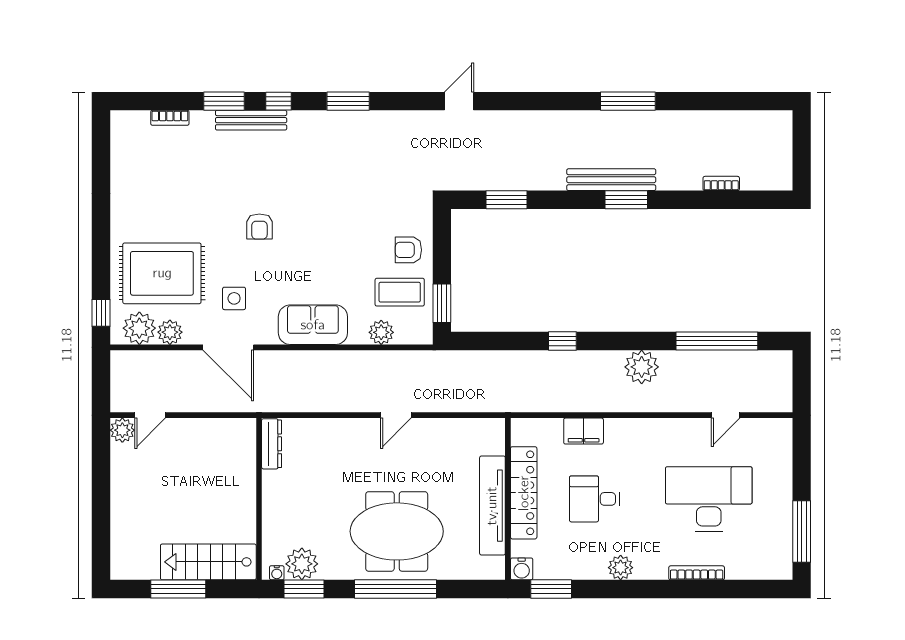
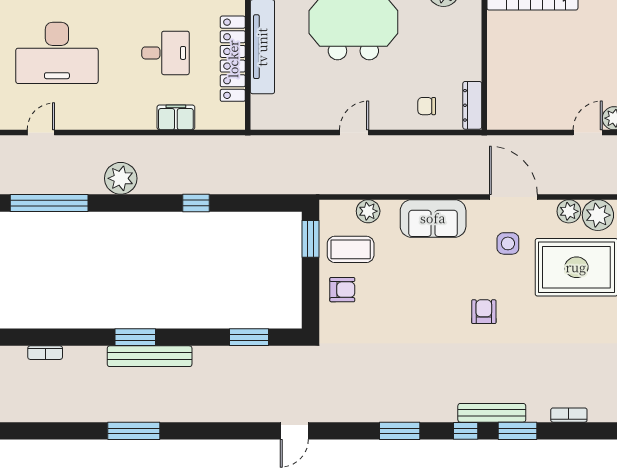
chair: (320, 443) -> (427, 106), added

